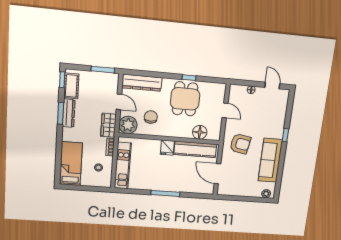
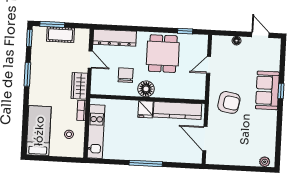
window: (103, 70) -> (52, 24), moved
window: (189, 78) -> (185, 31), moved
cot: (71, 86) -> (60, 35), moved, turned 90
door: (225, 110) -> (209, 65), swing flipped
dresser: (69, 113) -> (36, 74), removed
plant: (128, 125) -> (101, 85), removed
floor lamp: (200, 132) -> (146, 89), moved
sofa: (270, 160) -> (267, 90), moved, width x0.73

